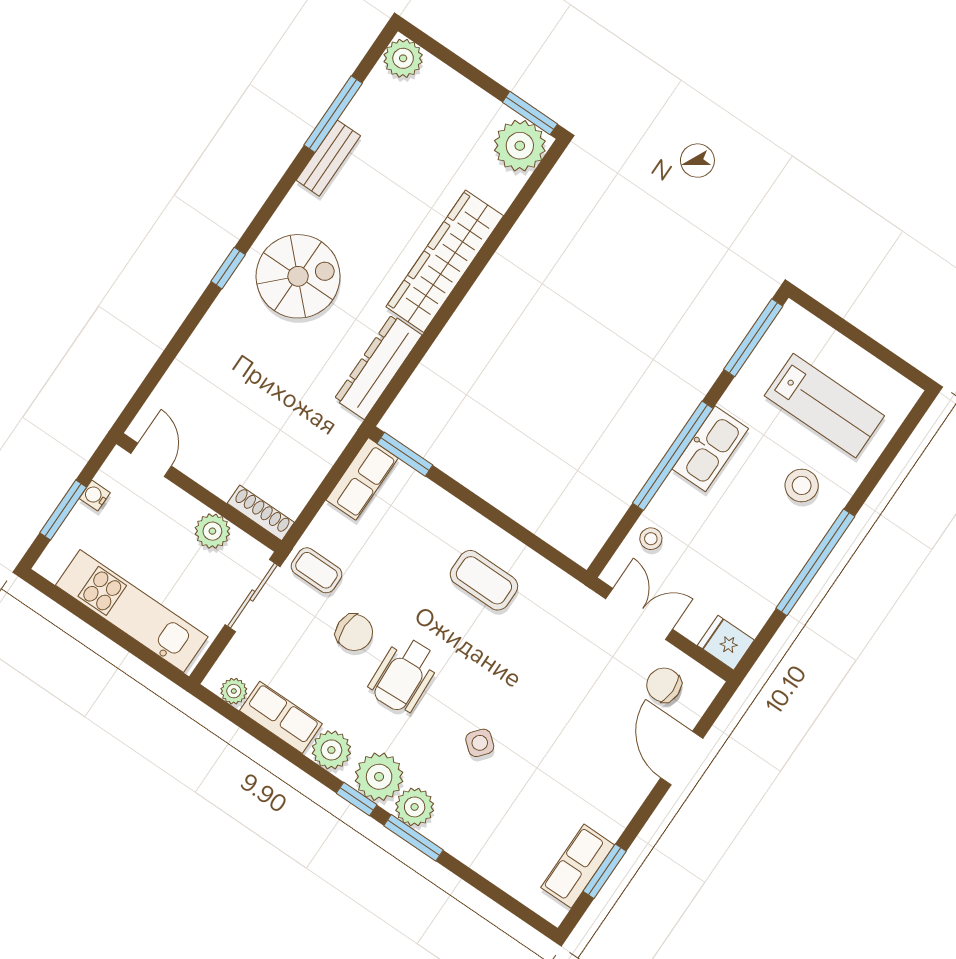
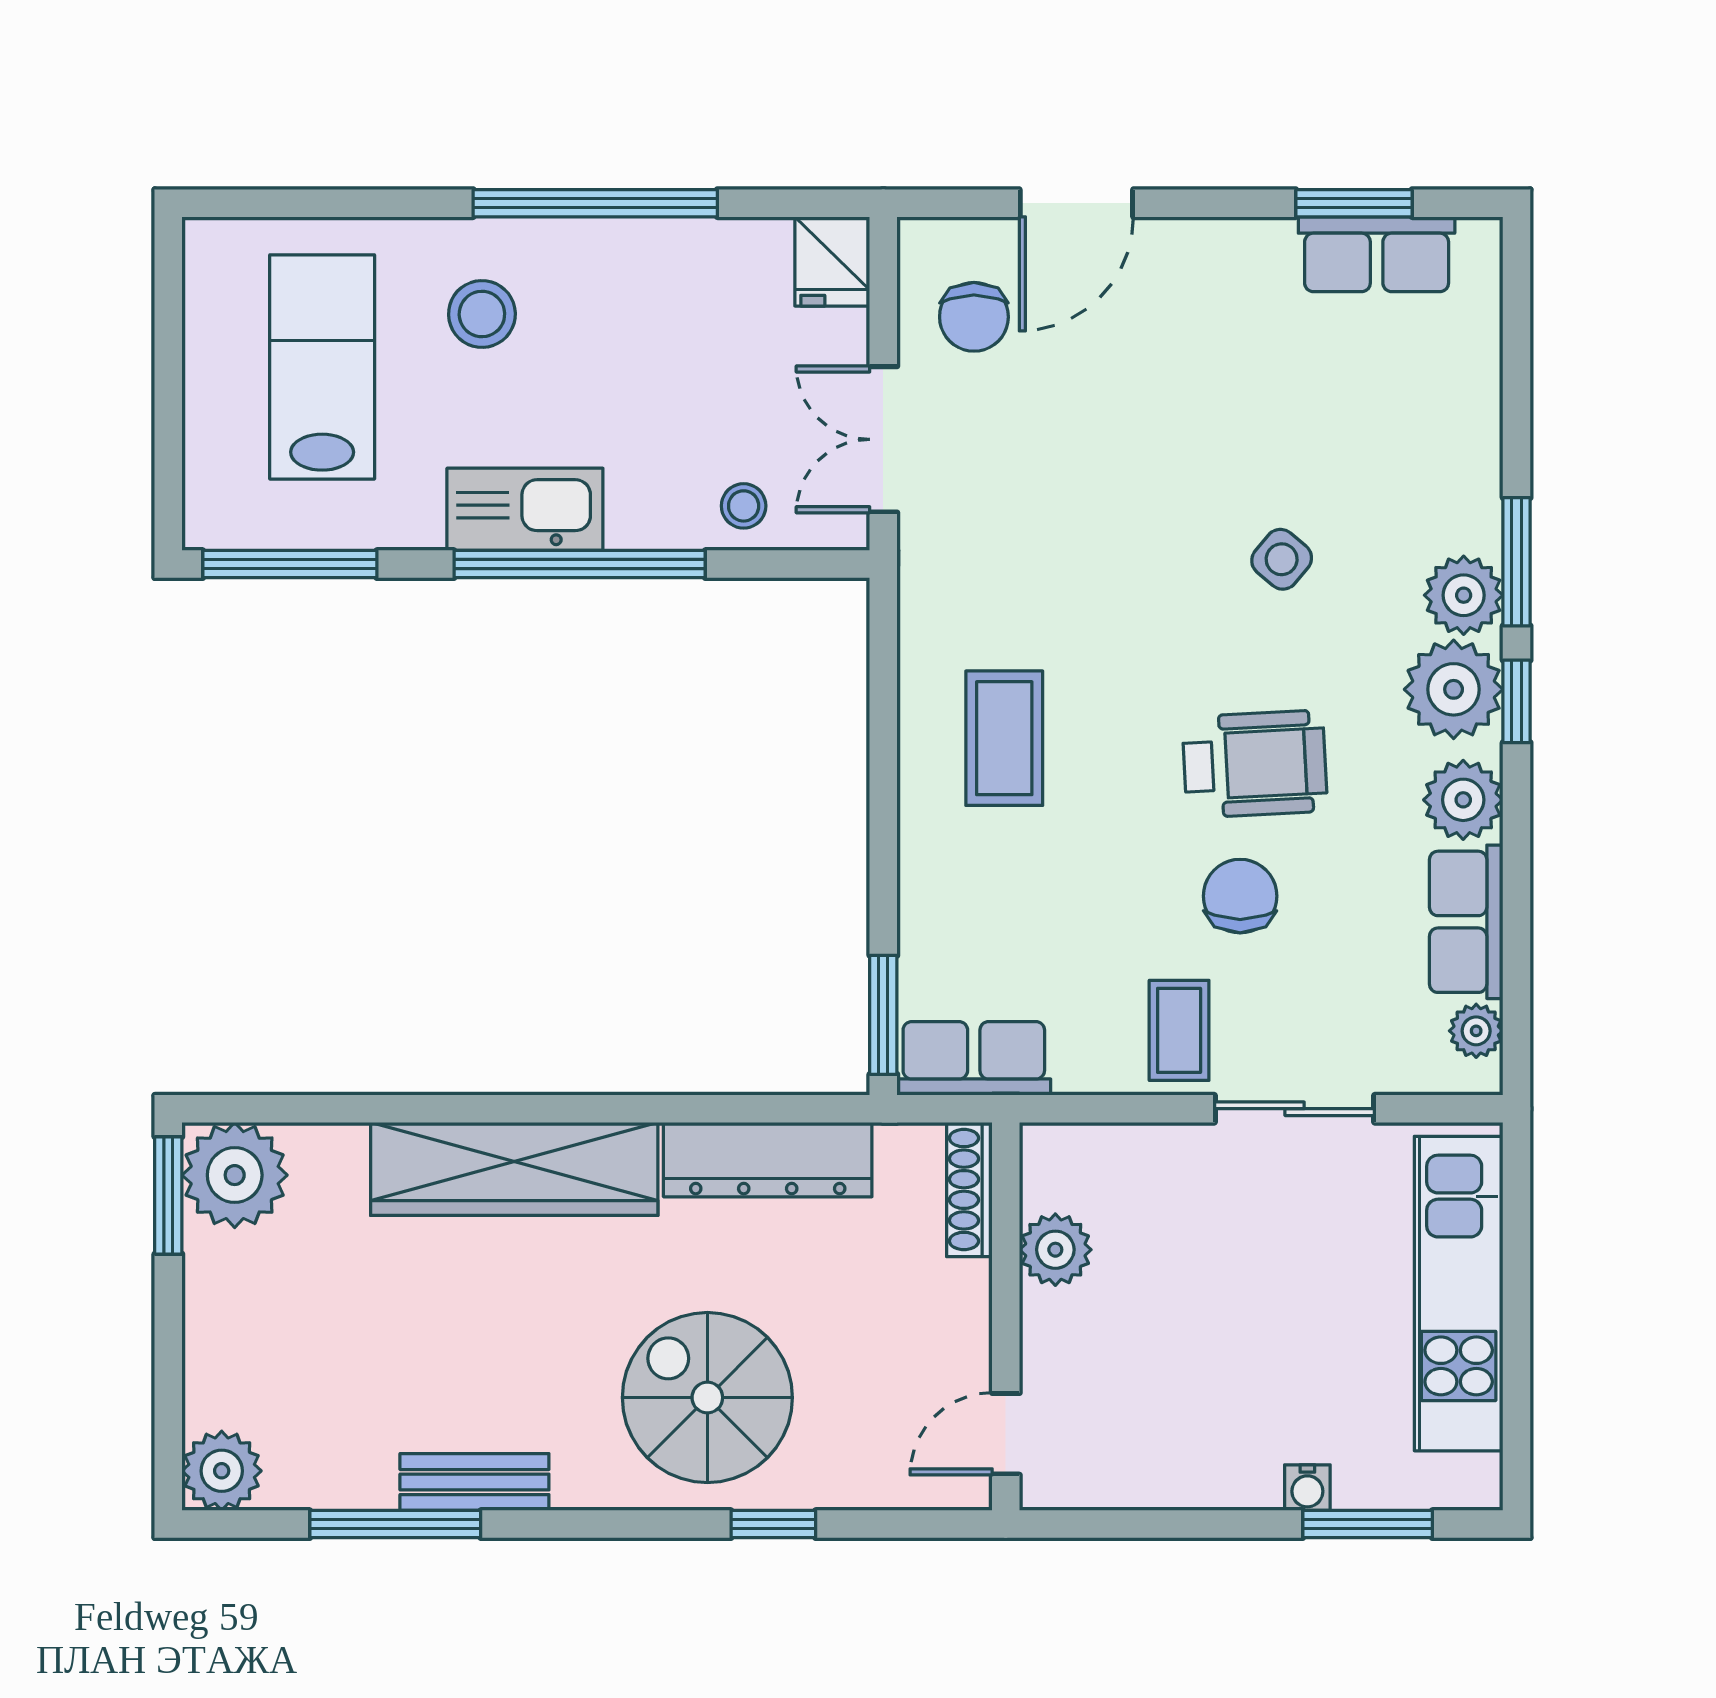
door: (151, 460) -> (1006, 1434), moved
wall: (199, 492) -> (1006, 1316), moved
shoe rack: (261, 513) -> (969, 1189), moved
plant: (212, 531) -> (1055, 1250), moved

